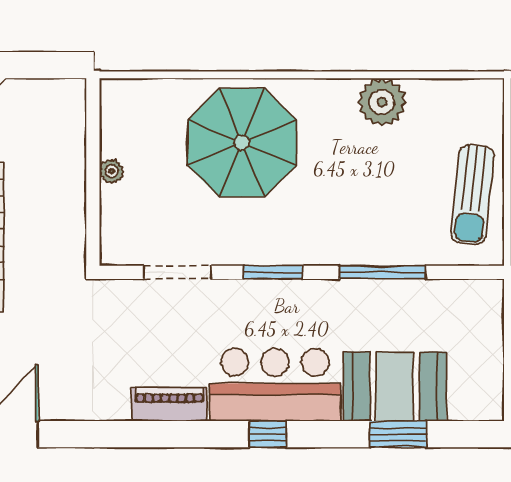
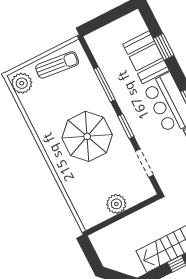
plant: (382, 102) -> (22, 83), moved
parasol: (242, 143) -> (87, 136), moved
plant: (112, 171) -> (116, 204), width x1.87, depth x1.87

